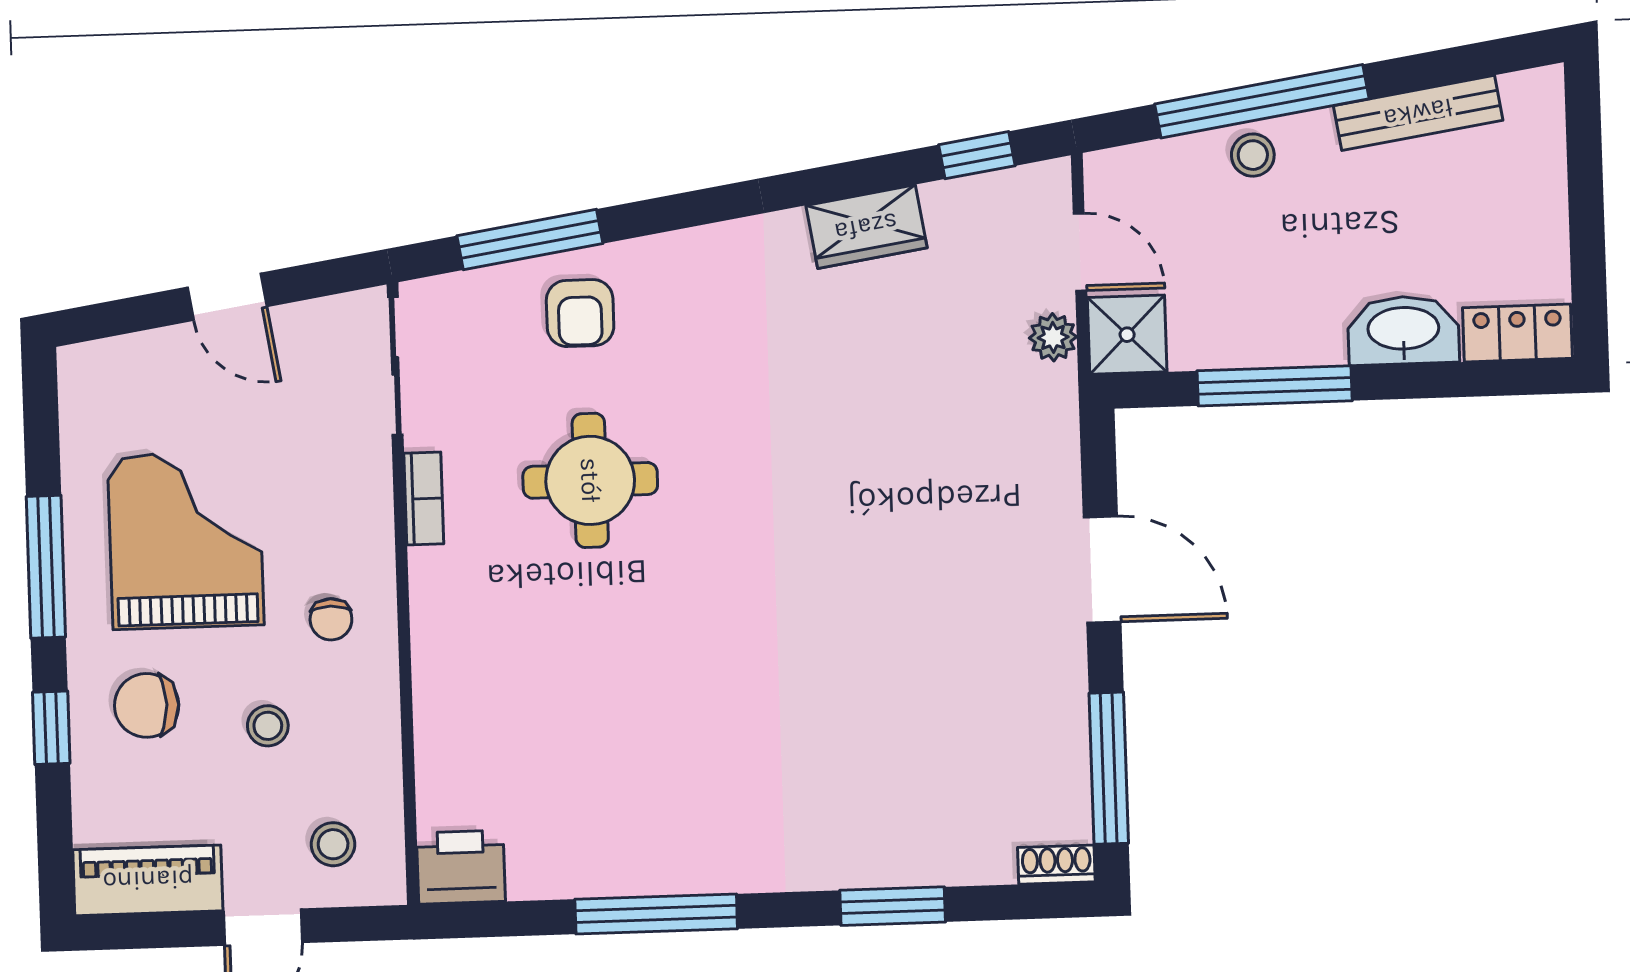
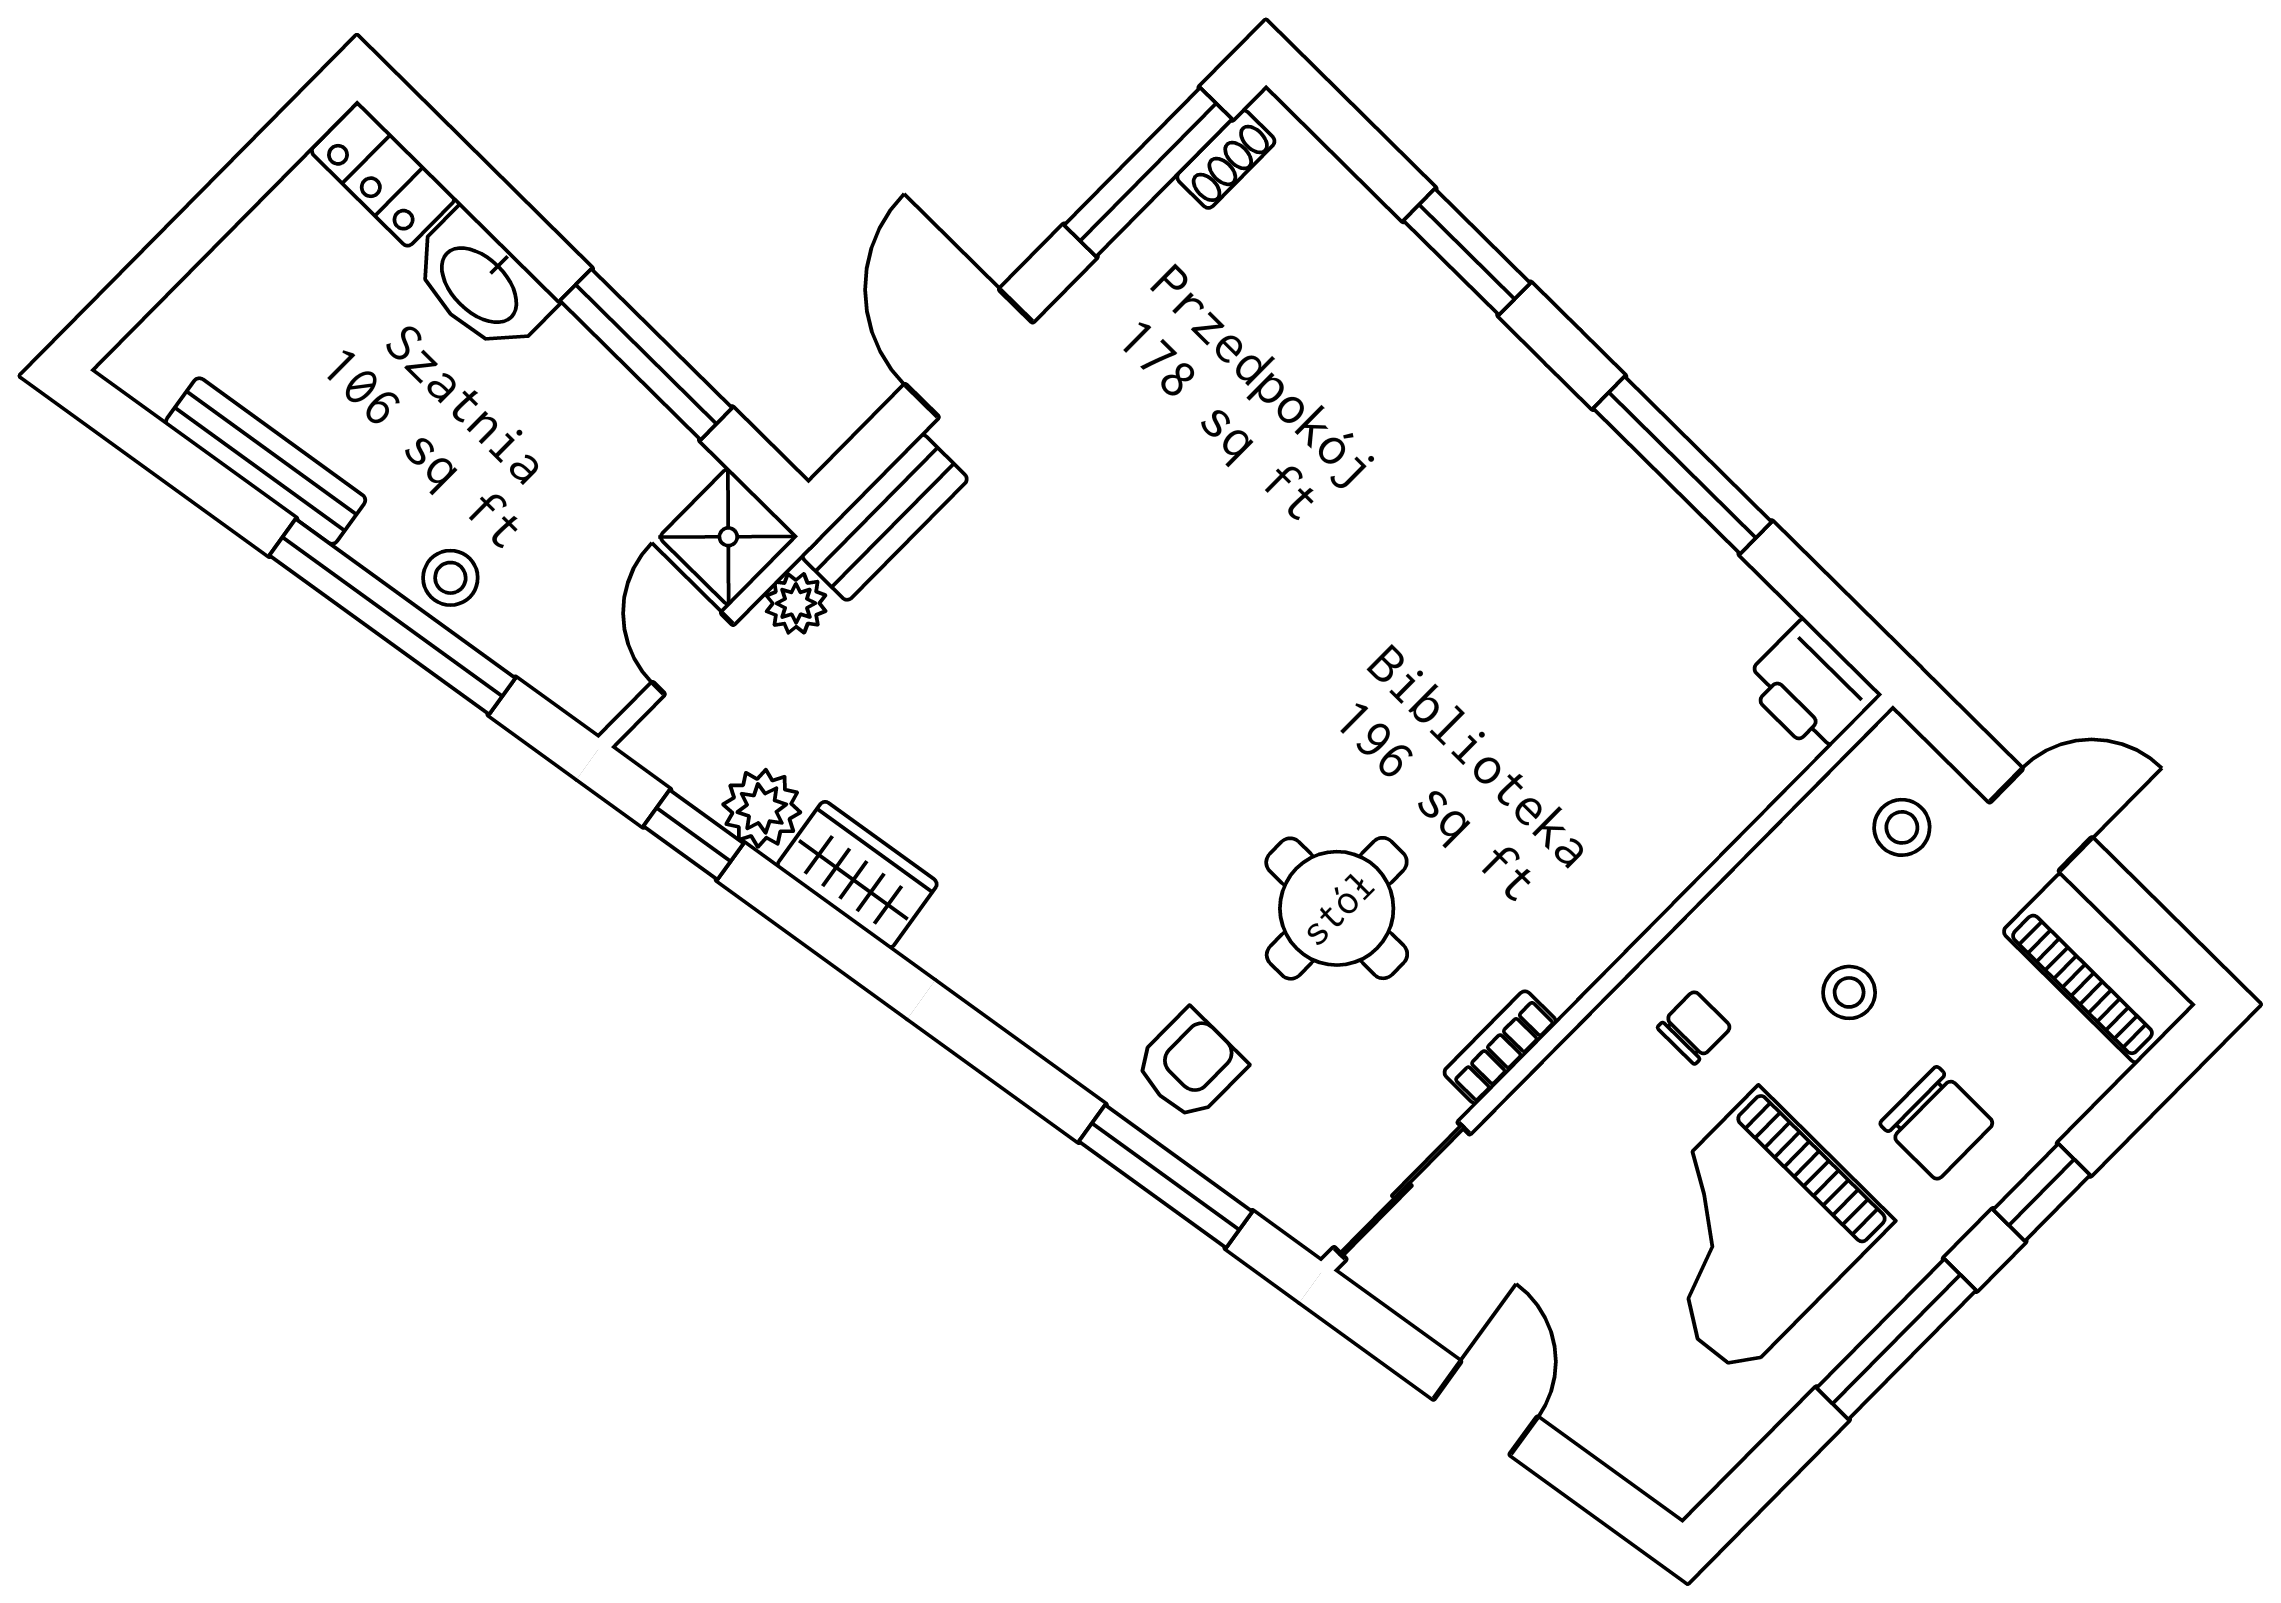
plant: (955, 208) -> (762, 808), added
bench: (1054, 434) -> (885, 517), added
shoe rack: (1056, 865) -> (1226, 159), moved, turned -90

